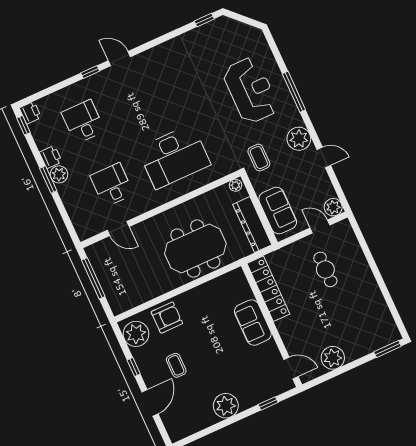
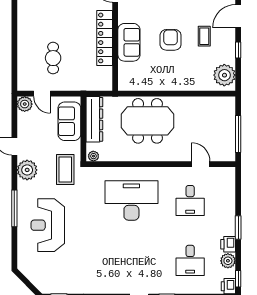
coffee table: (259, 158) -> (65, 169), width x1.36, depth x1.30
plant: (59, 174) -> (228, 261), moved
locker: (268, 289) -> (105, 38), moved
armchair: (167, 318) -> (171, 40), moved, turned 90

